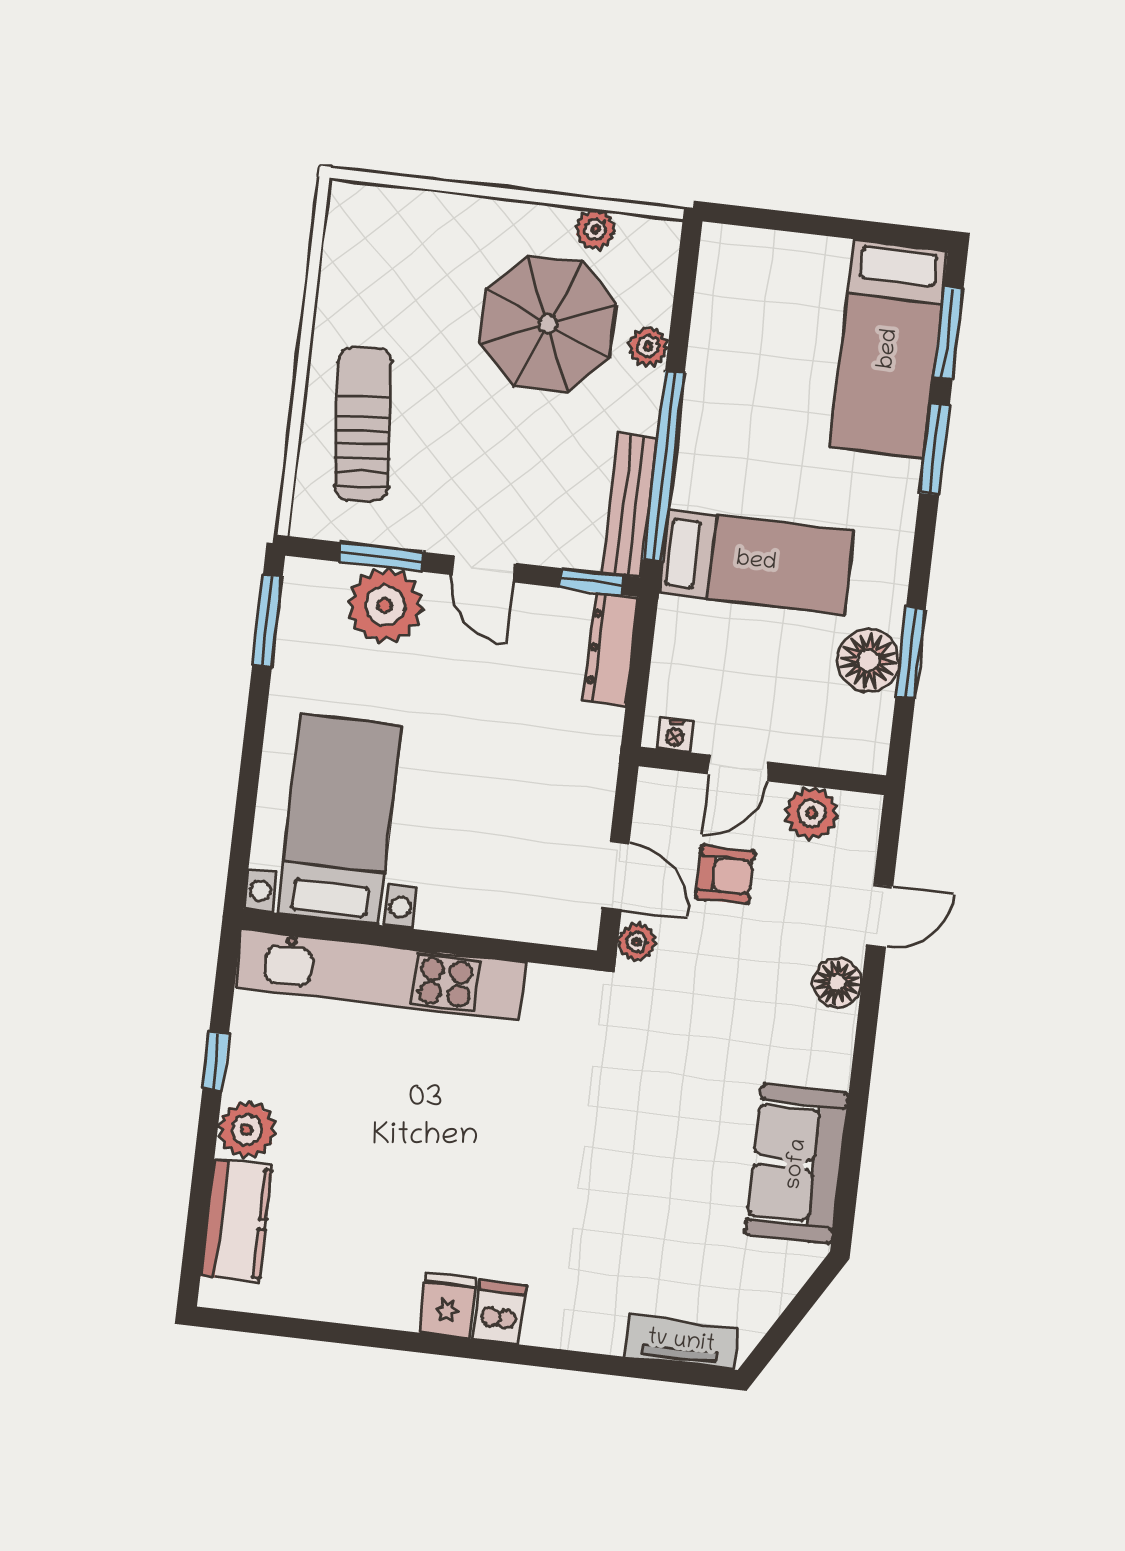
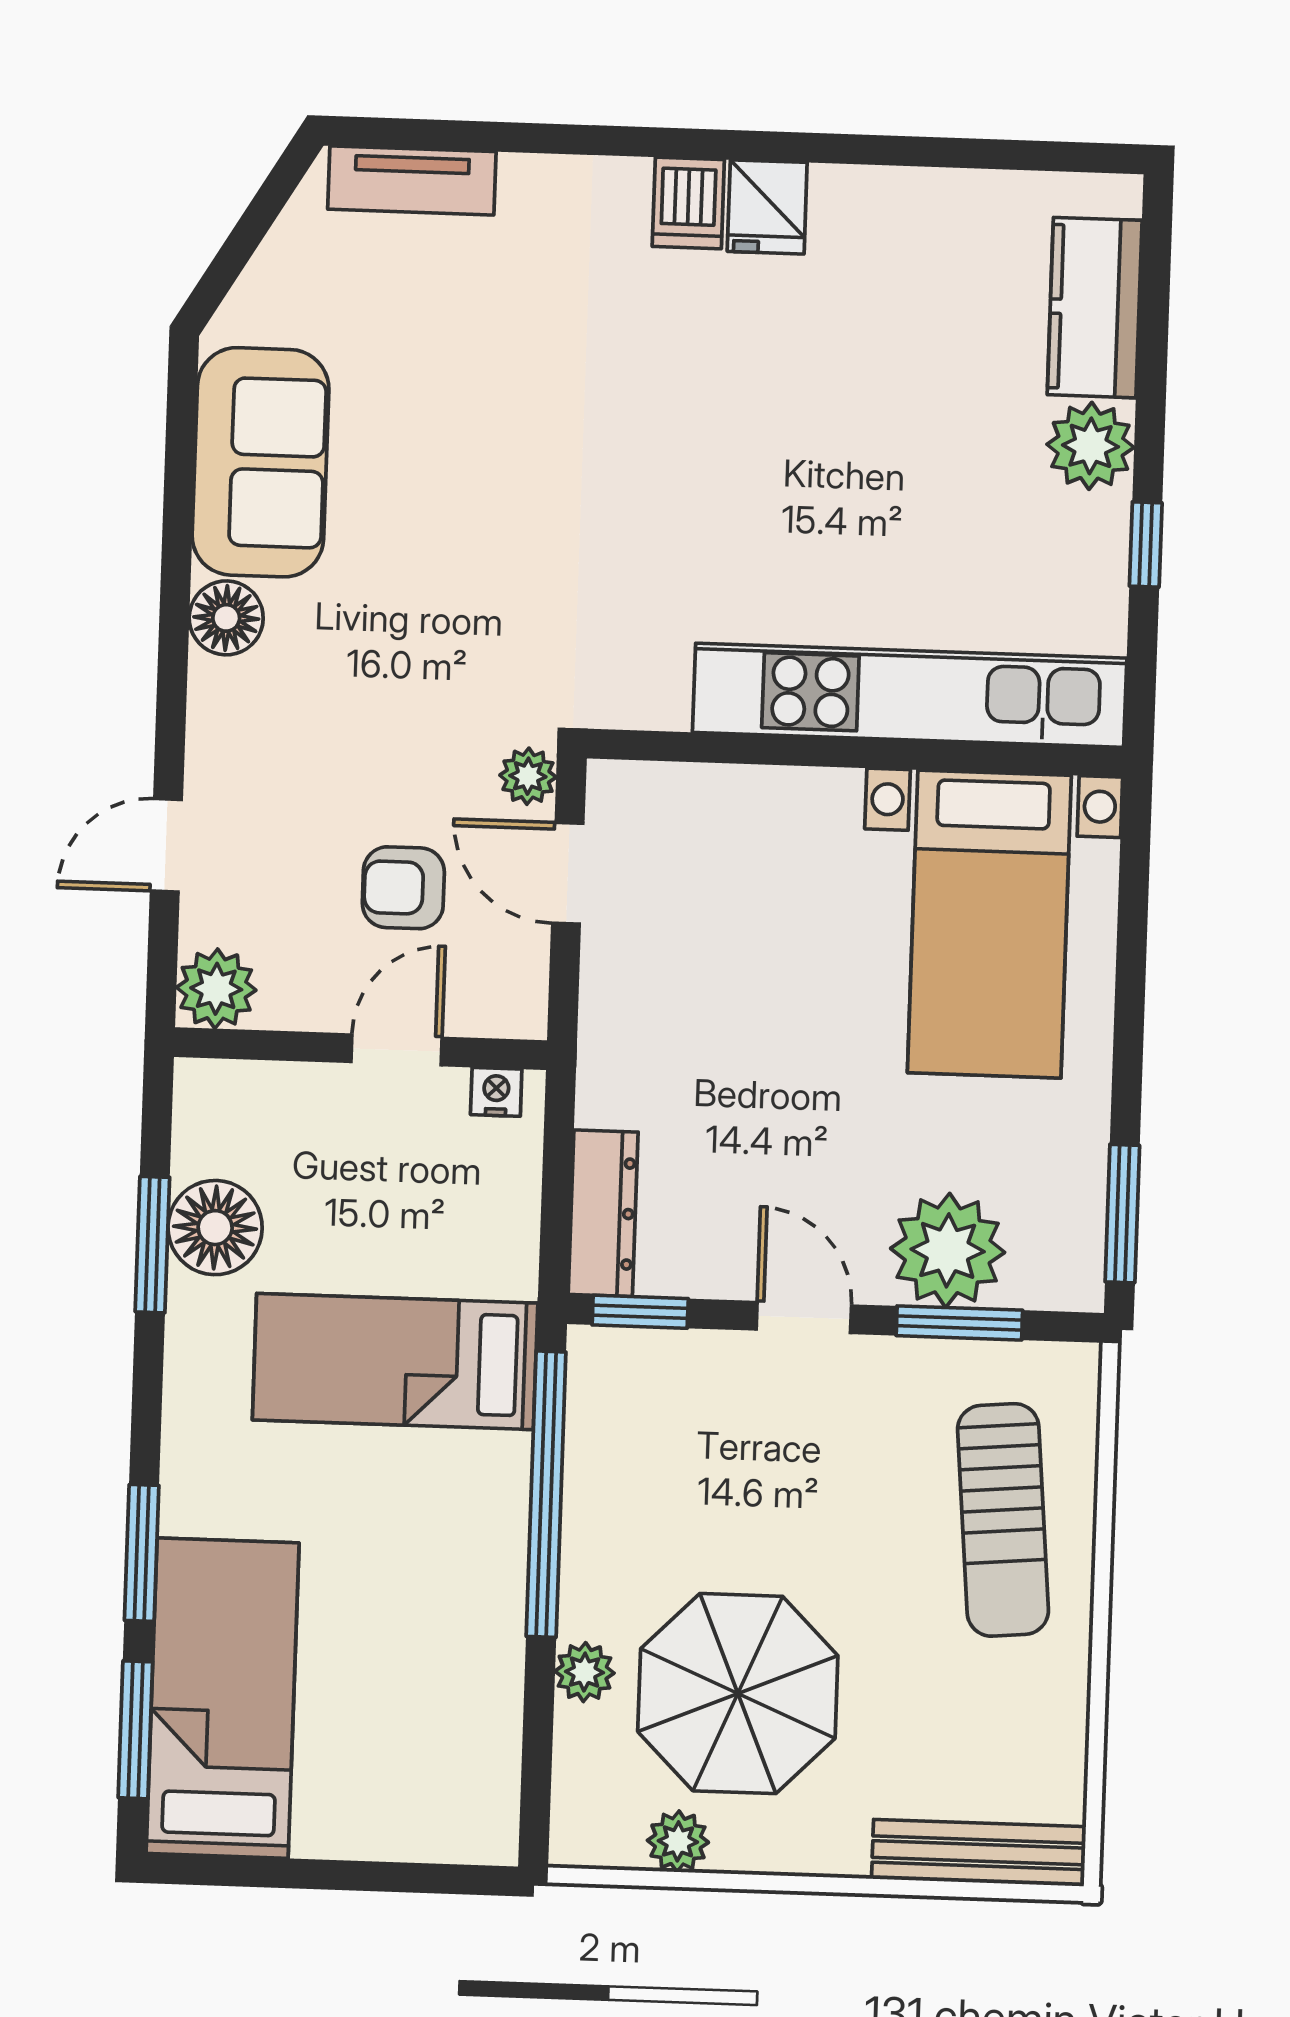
bench: (629, 505) -> (979, 1853), moved, turned 90
plant: (812, 813) -> (216, 989), moved
floor lamp: (837, 983) -> (226, 618), moved

